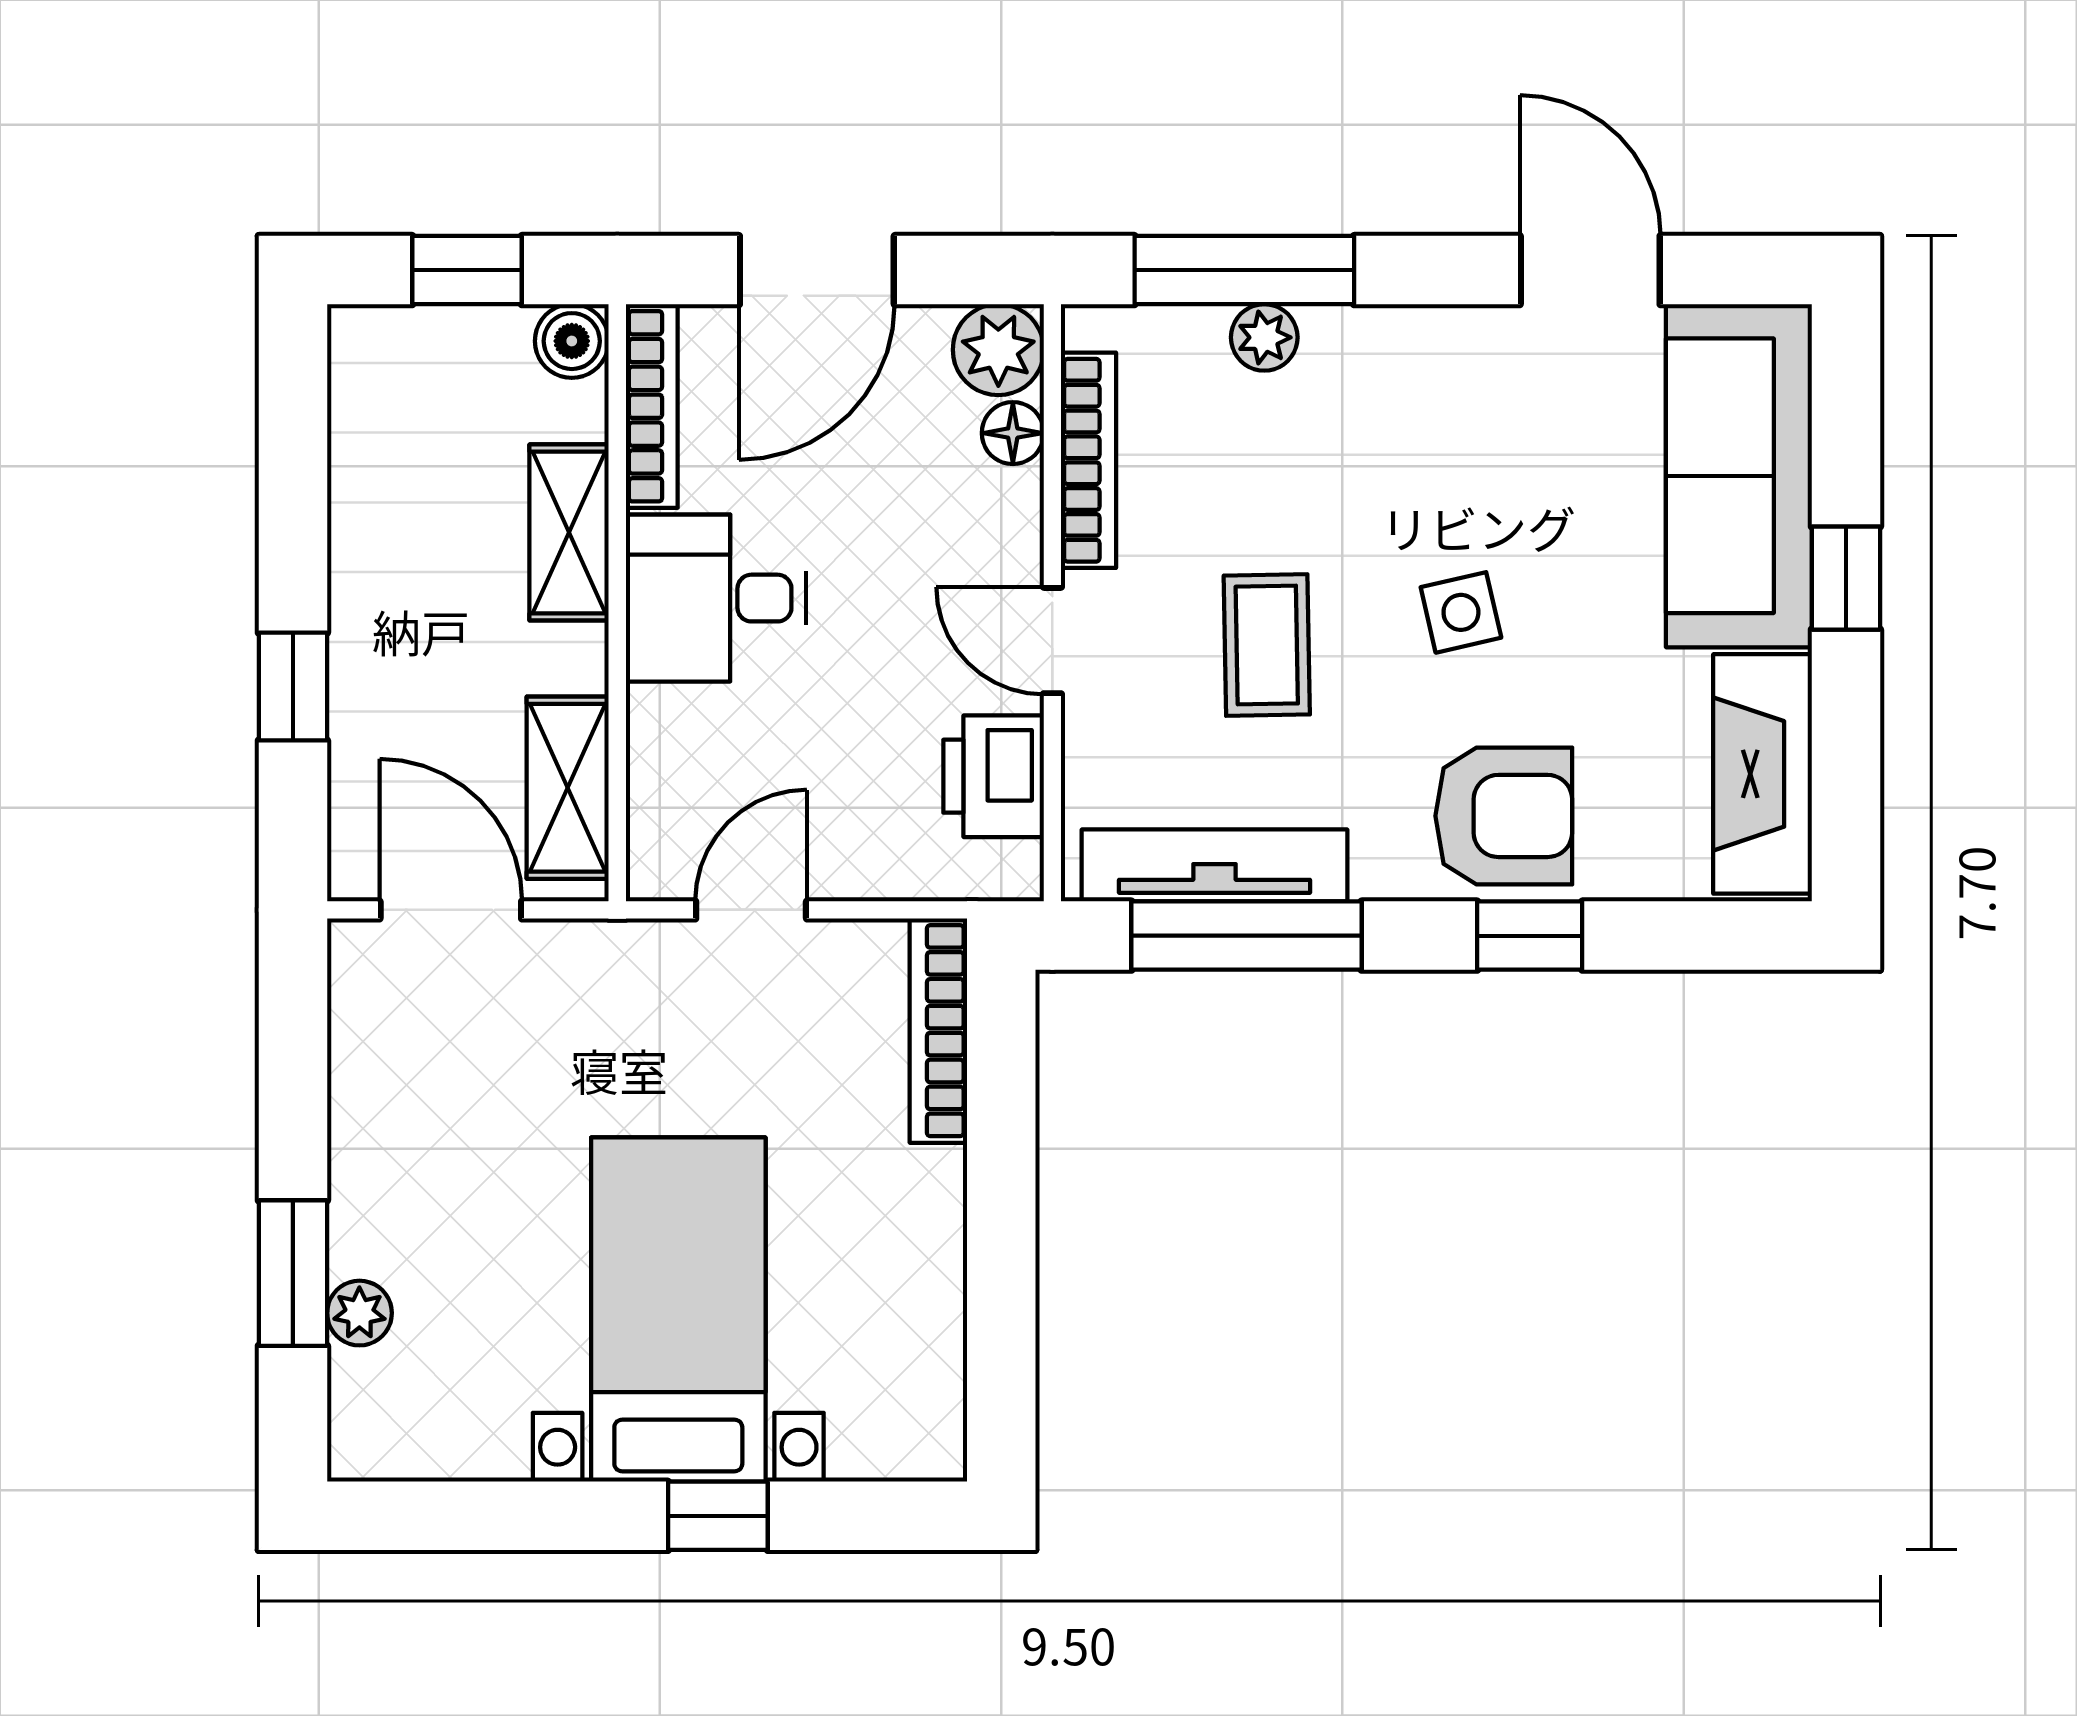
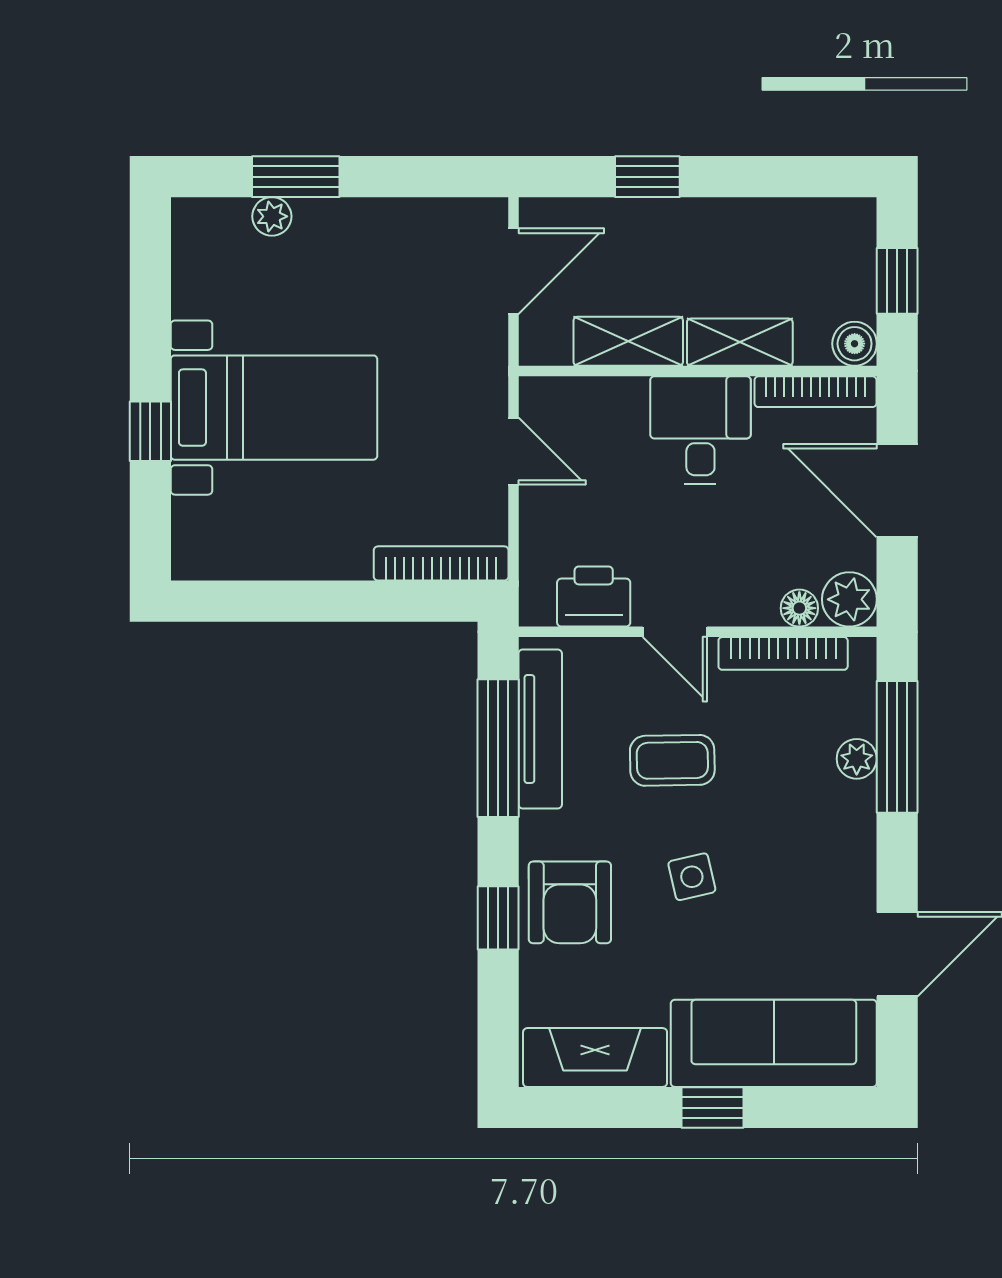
door: (1052, 641) -> (675, 632), swing flipped
shelving: (568, 788) -> (628, 341), moved

